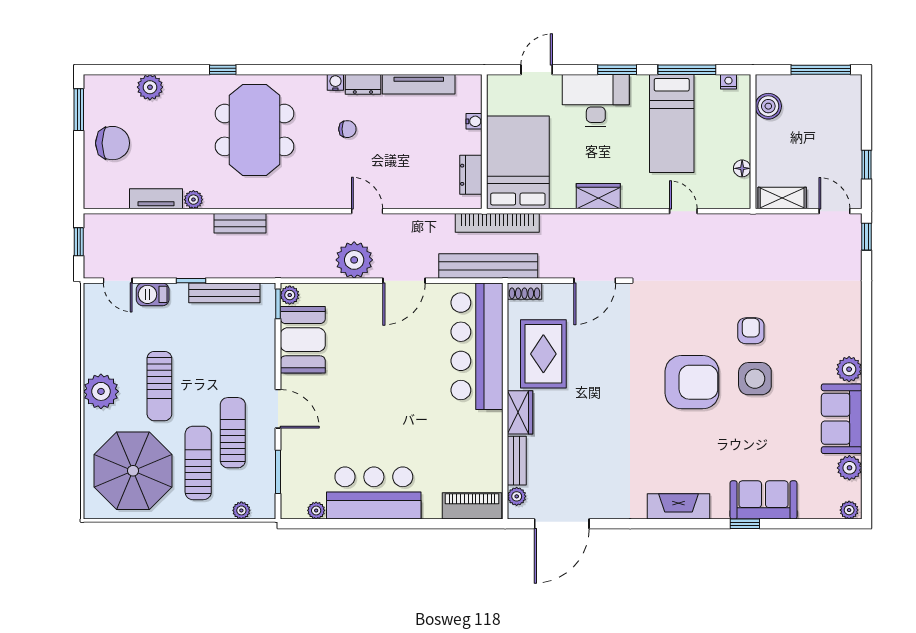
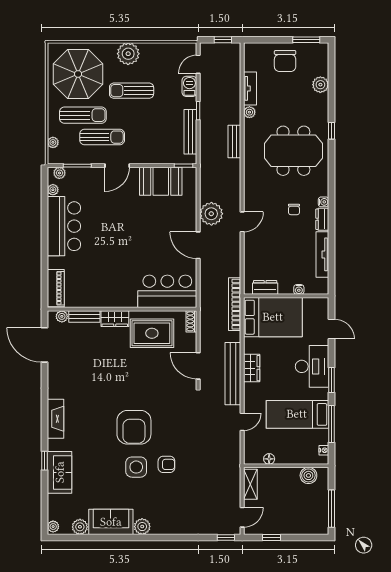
bench: (488, 266) -> (233, 374), moved
plant: (290, 295) -> (59, 173), moved
bar counter: (477, 346) -> (167, 291), width x0.73

